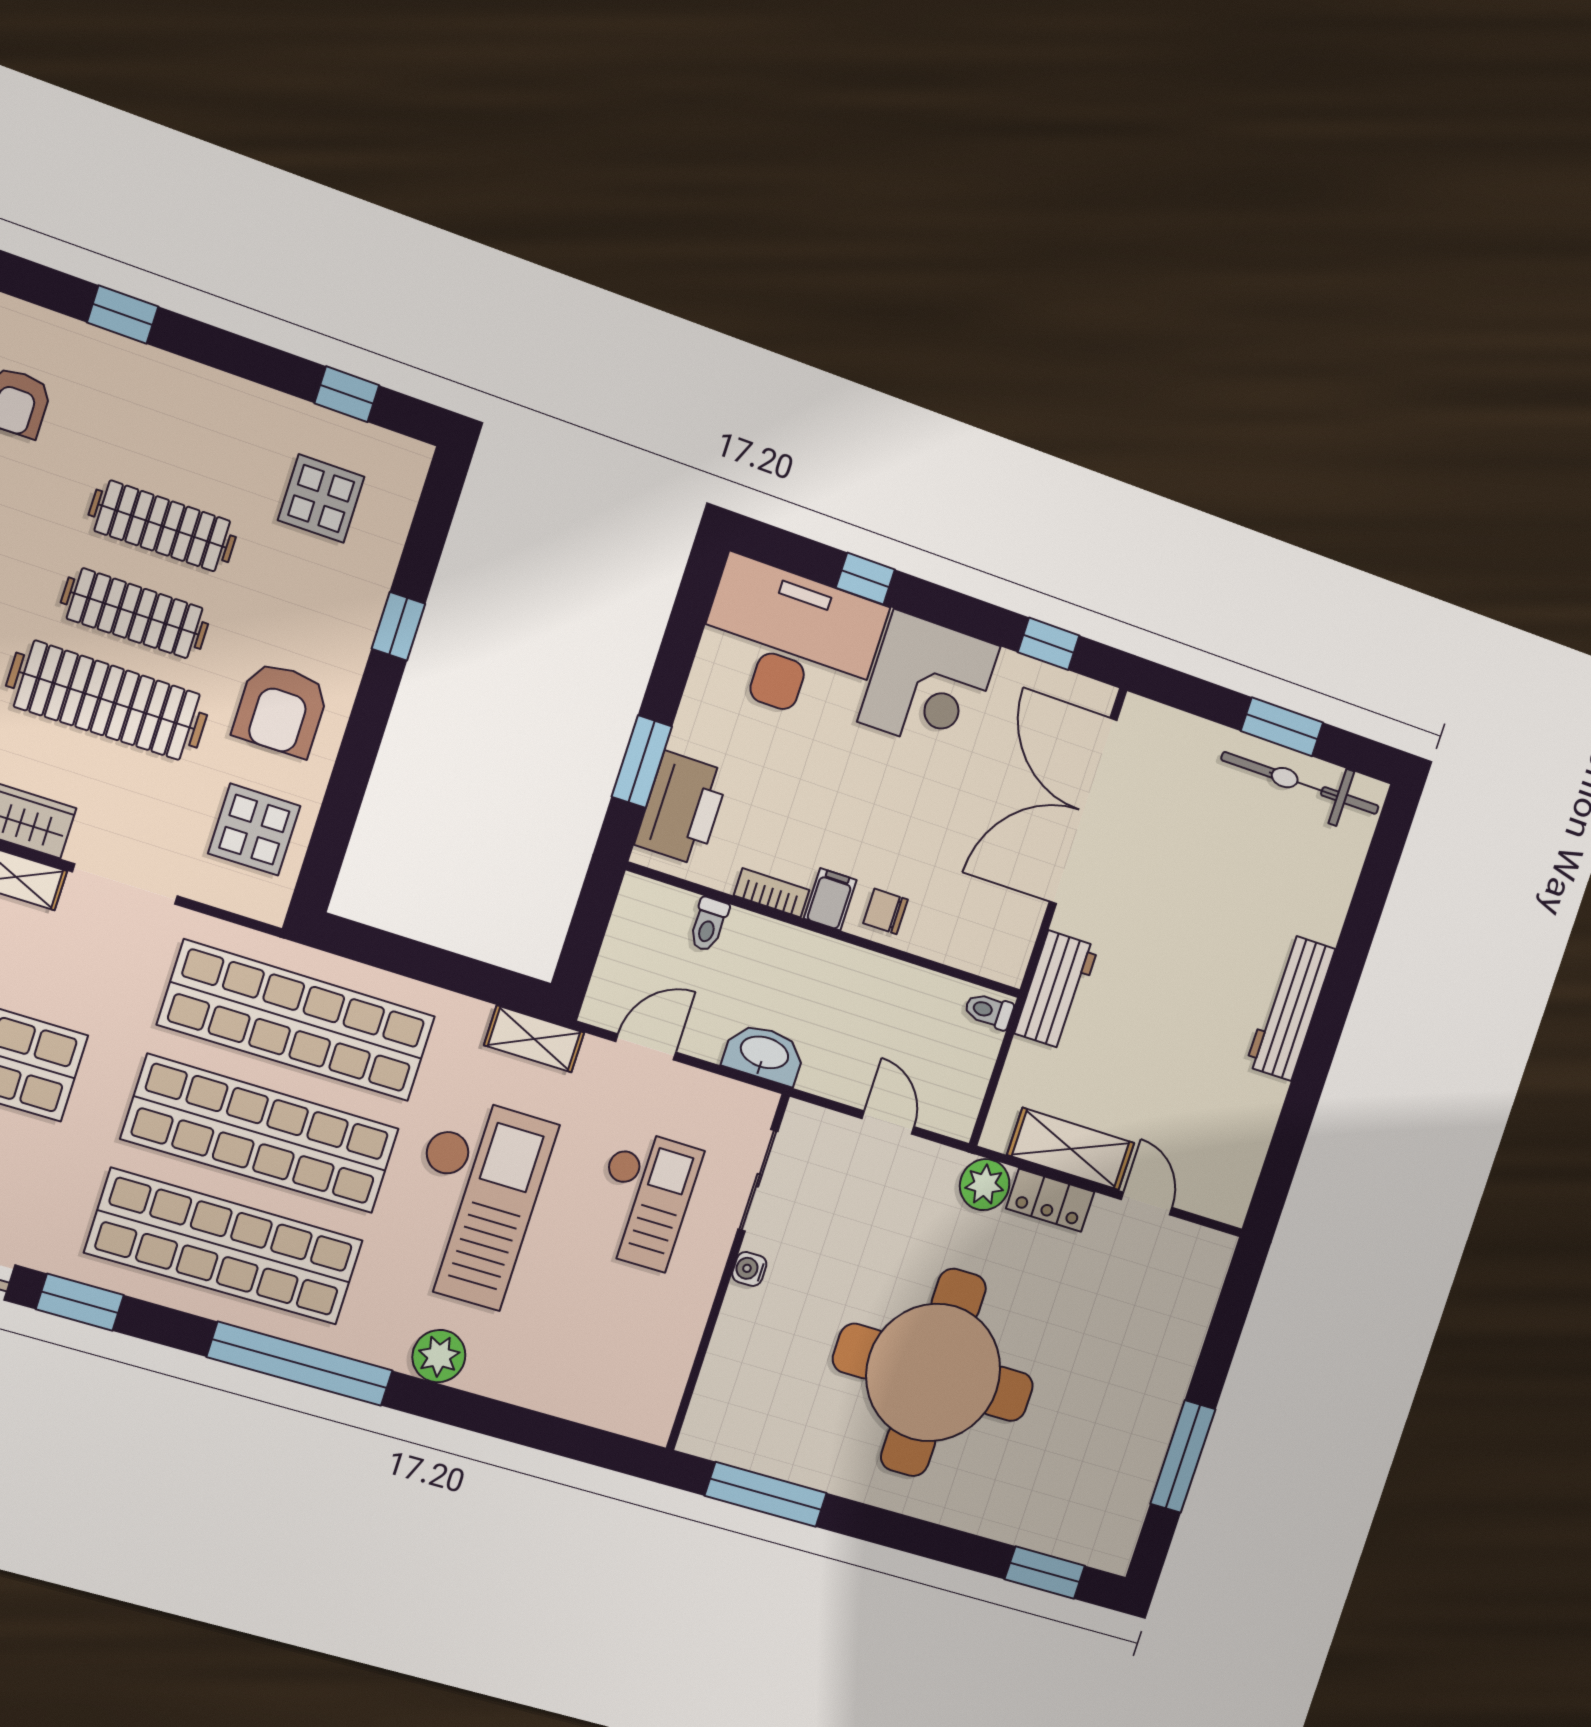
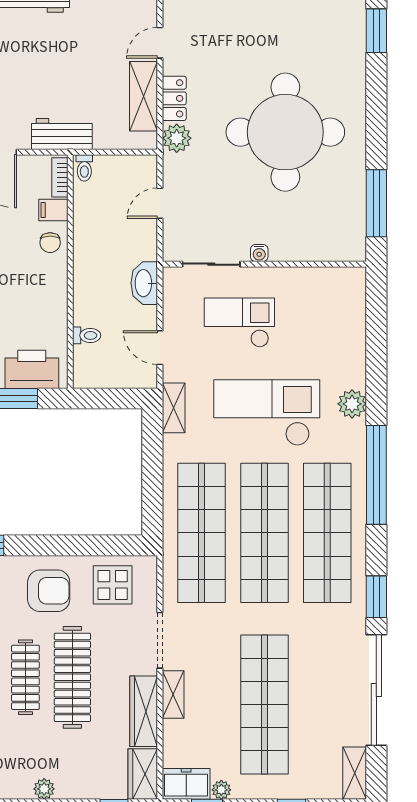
bookcase: (772, 893) -> (60, 177), moved
filing cabinet: (830, 899) -> (53, 210), moved

